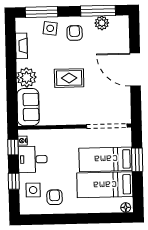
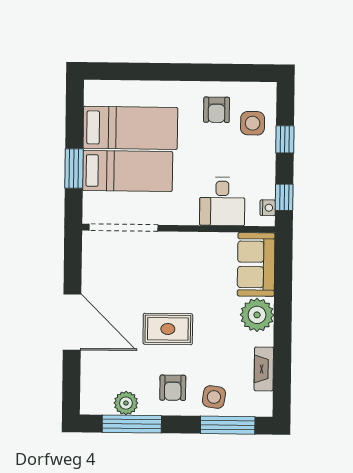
rug: (69, 78) -> (168, 329), moved
desk: (33, 159) -> (222, 201), moved, turned 90
floor lamp: (126, 207) -> (96, 88), removed

